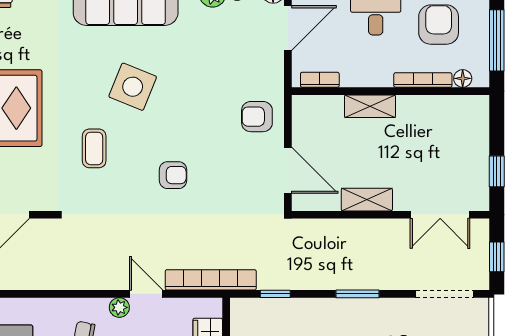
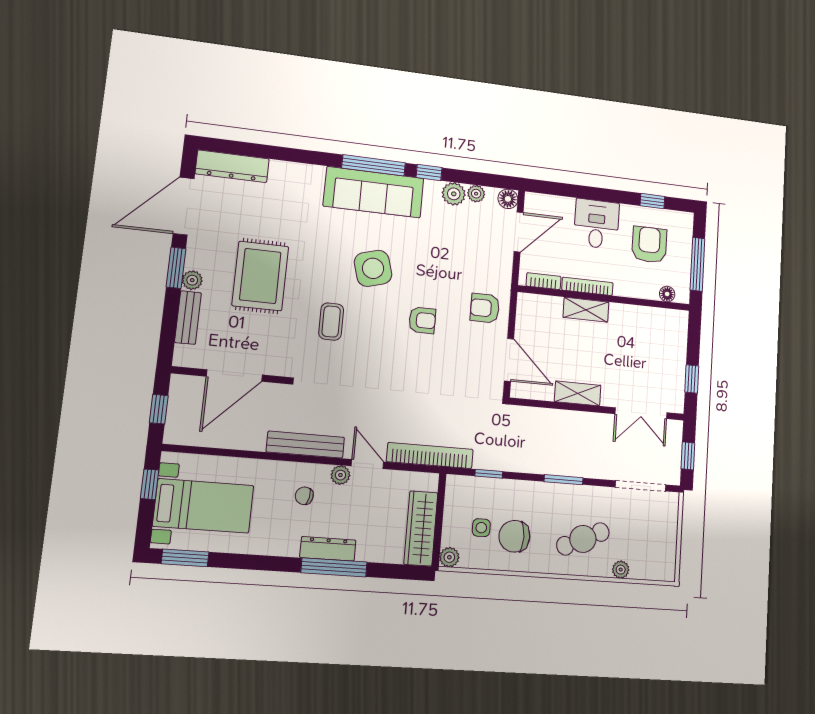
bookcase: (423, 80) -> (587, 286), moved
side table: (133, 87) -> (373, 268), turned -38
armchair: (173, 175) -> (422, 320), moved
bench: (80, 279) -> (305, 445), added

